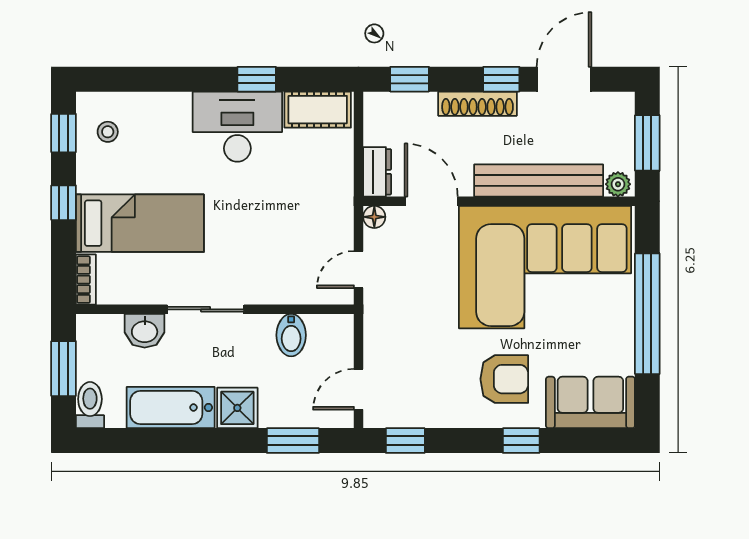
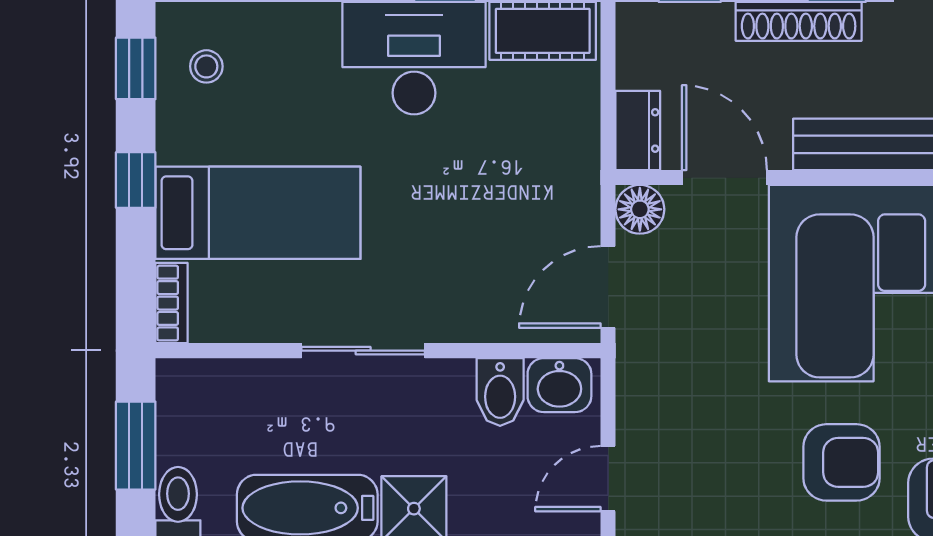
floor lamp: (374, 217) -> (640, 209), width x1.37, depth x1.37
door: (359, 270) -> (608, 287), width x1.38
washbasin: (145, 331) -> (559, 385), moved

